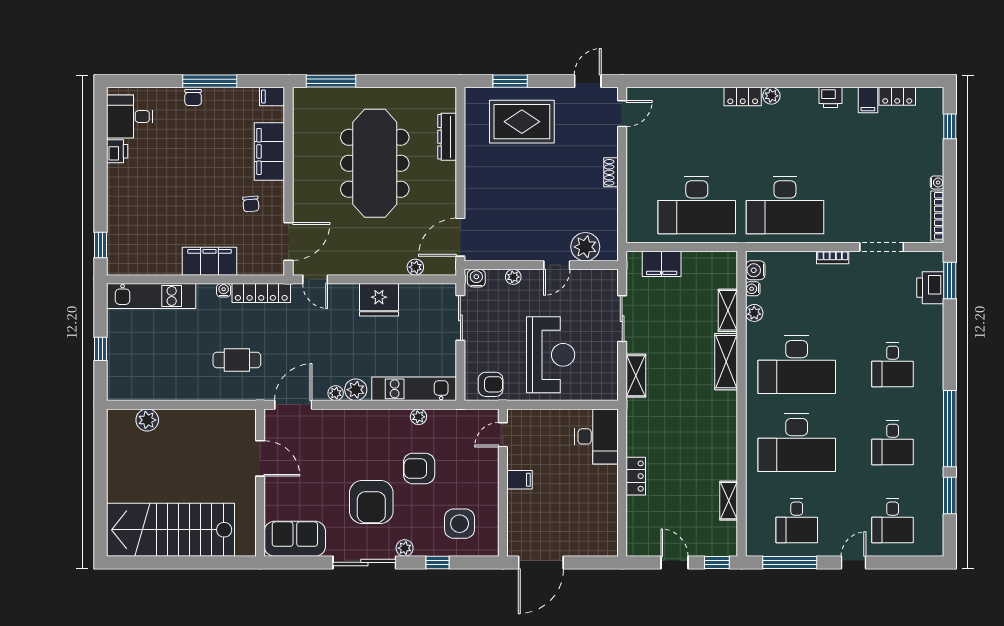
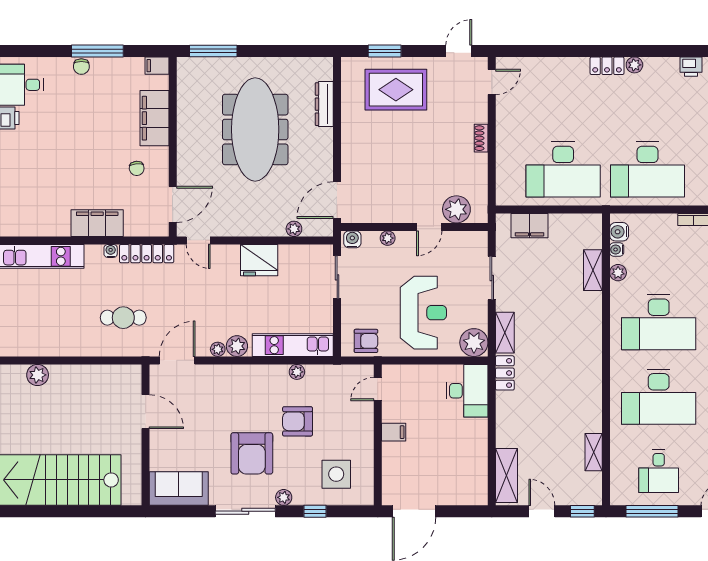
shelving: (726, 362) -> (506, 475), moved
plant: (604, 386) -> (474, 343), added
locker: (636, 476) -> (505, 373), moved

